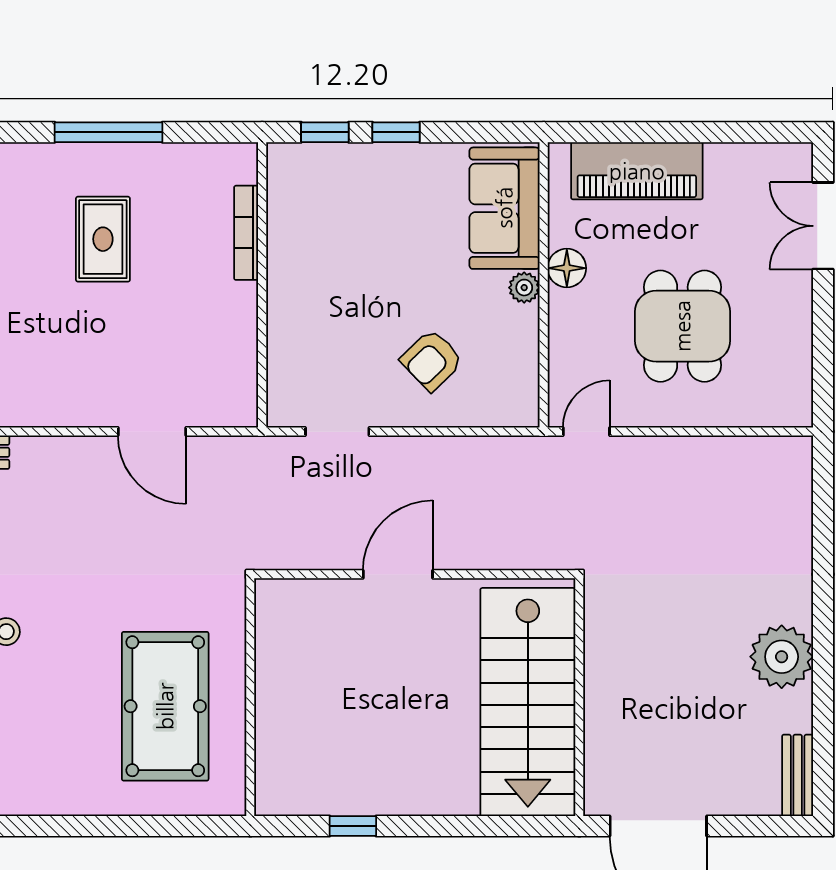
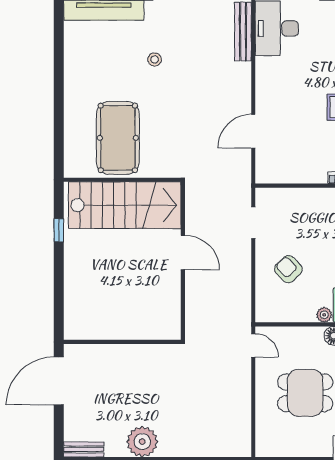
stairs: (528, 702) -> (125, 205), moved, turned 180
pool table: (165, 706) -> (118, 138), turned 90

